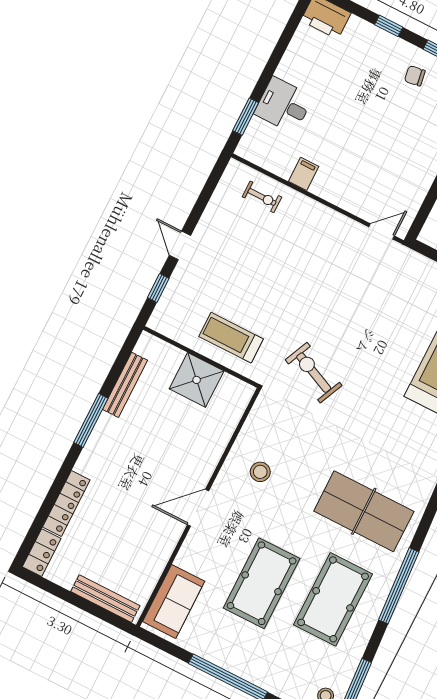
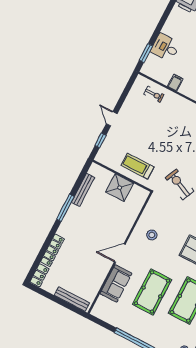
sofa: (174, 601) -> (116, 284), moved

